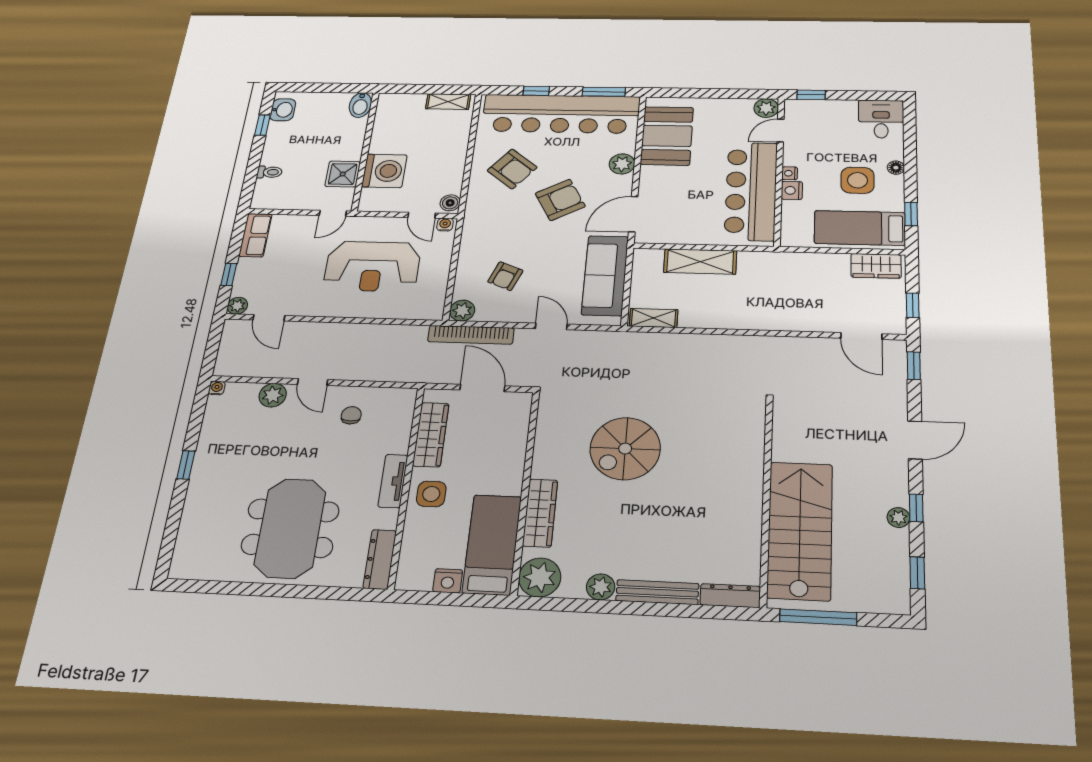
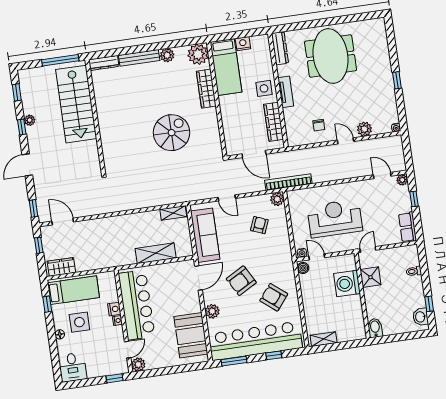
bookcase: (471, 335) -> (288, 182), moved

